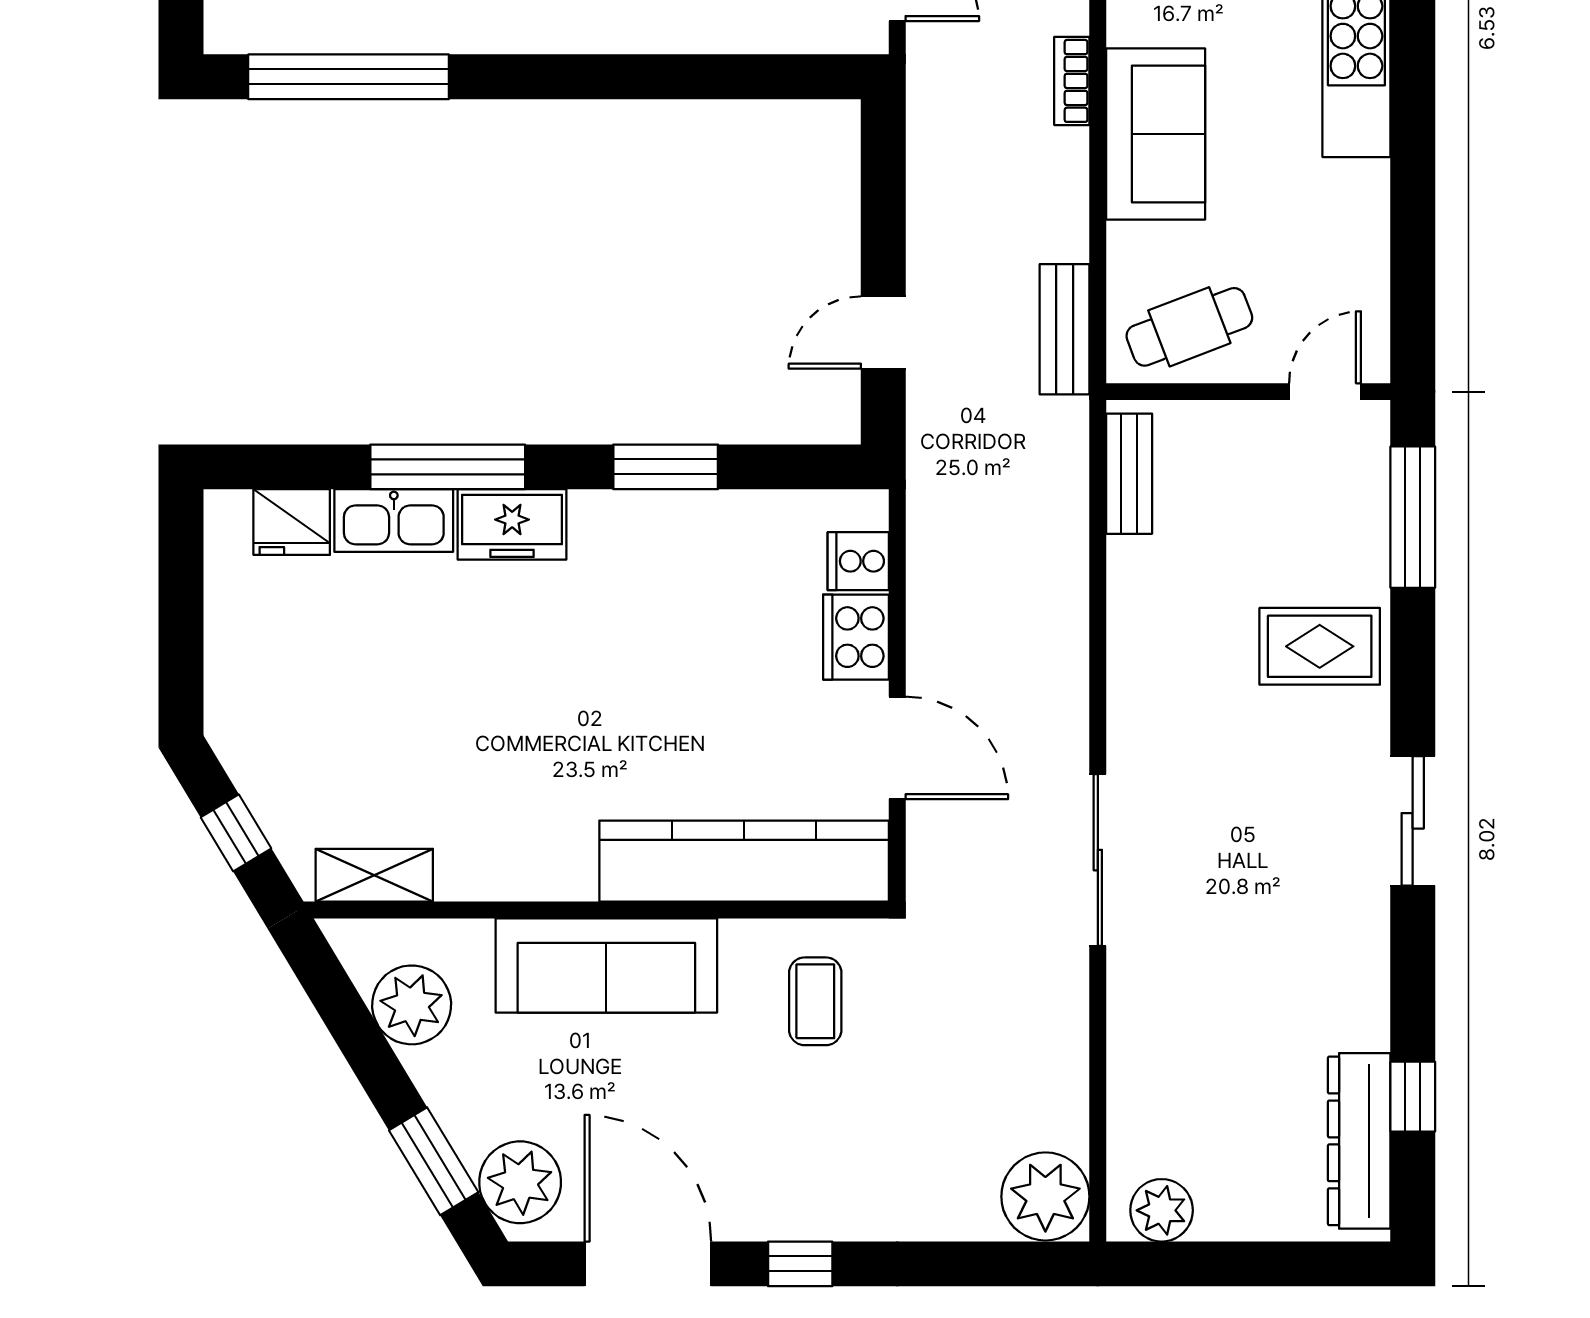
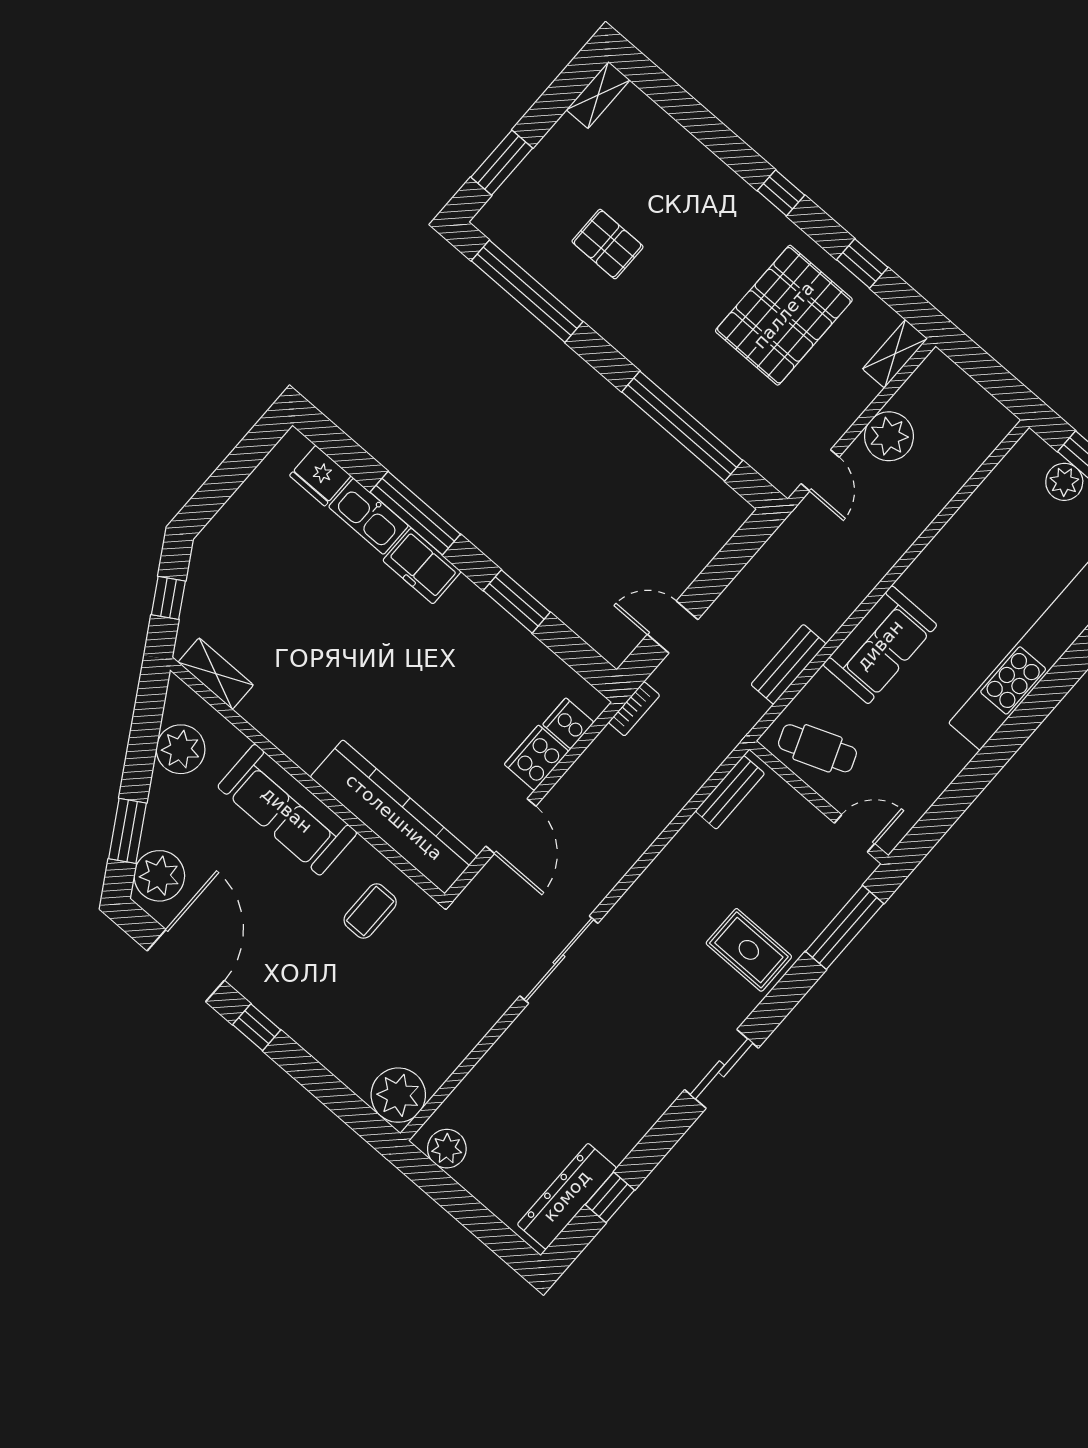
window: (682, 77) -> (682, 426), added
bookcase: (1072, 81) -> (634, 709), moved, turned 180
bench: (1065, 329) -> (788, 664), moved

